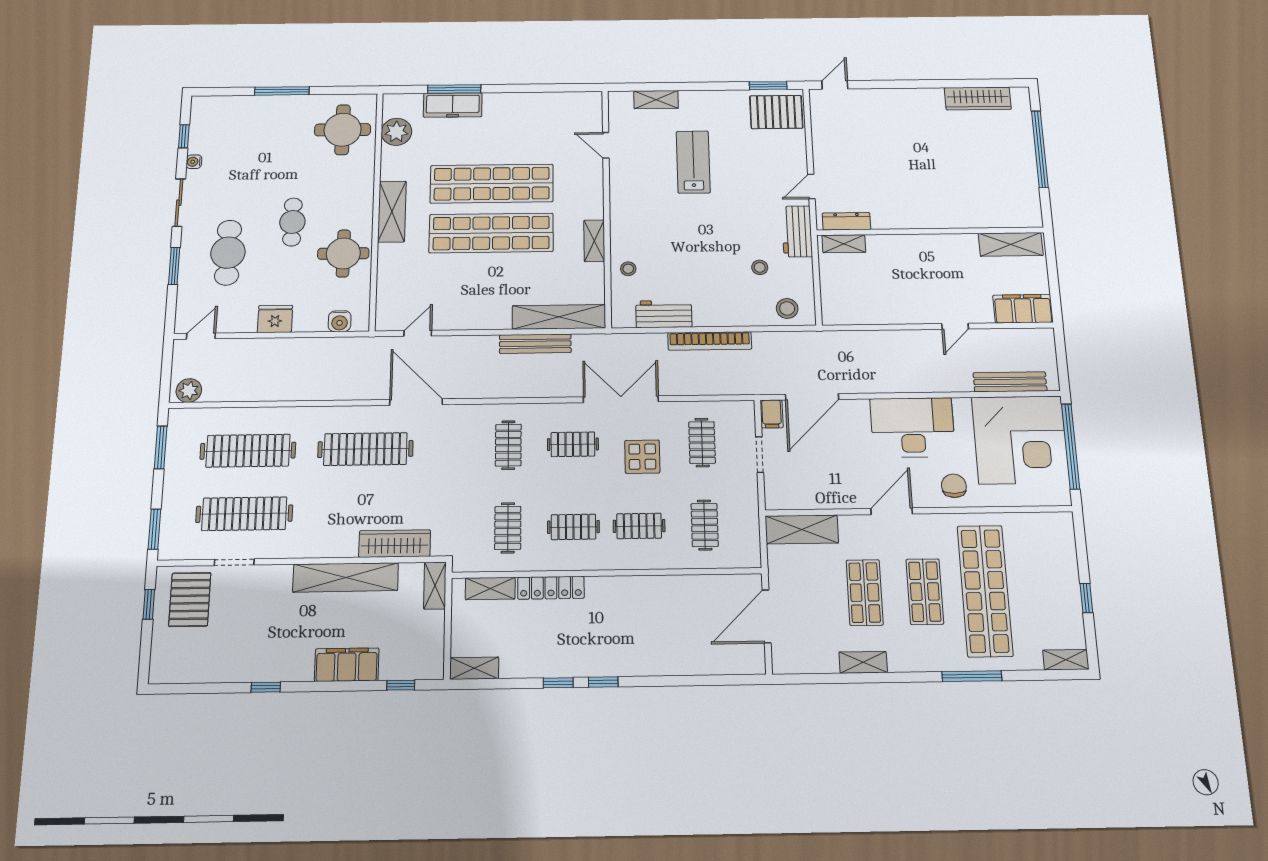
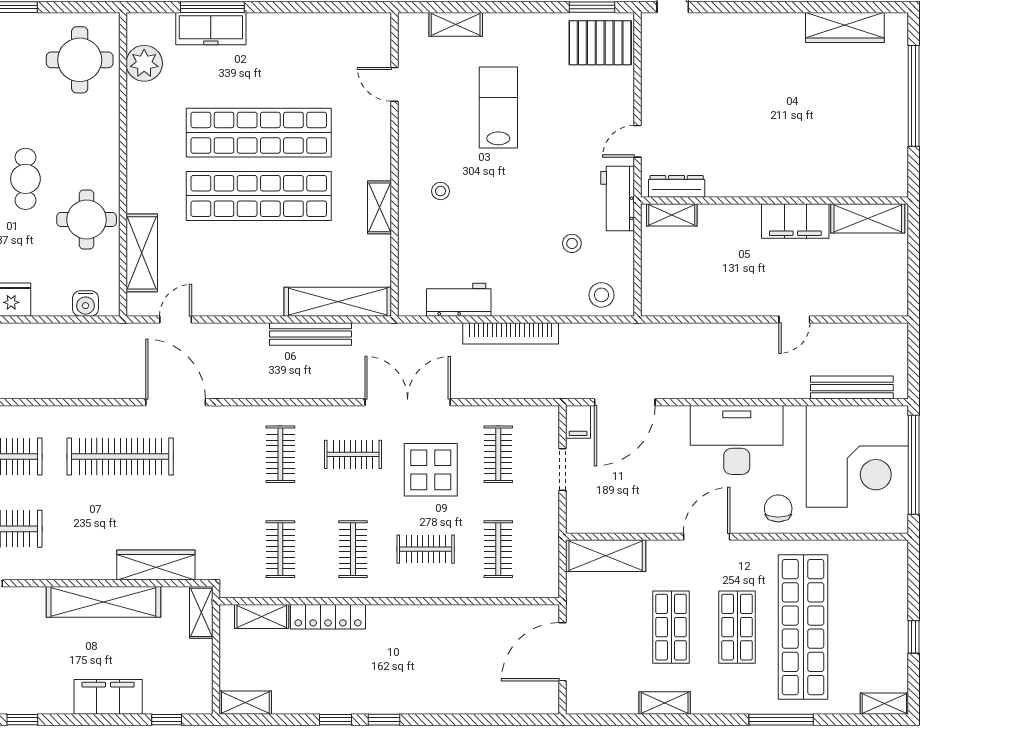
shelving: (392, 212) -> (142, 253), moved
stool: (628, 269) -> (441, 191), moved
filing cabinet: (1023, 309) -> (795, 221), moved, turned 180
display table: (642, 457) -> (431, 470), width x1.36, depth x1.36
clothes rail: (573, 527) -> (353, 549), turned 90

